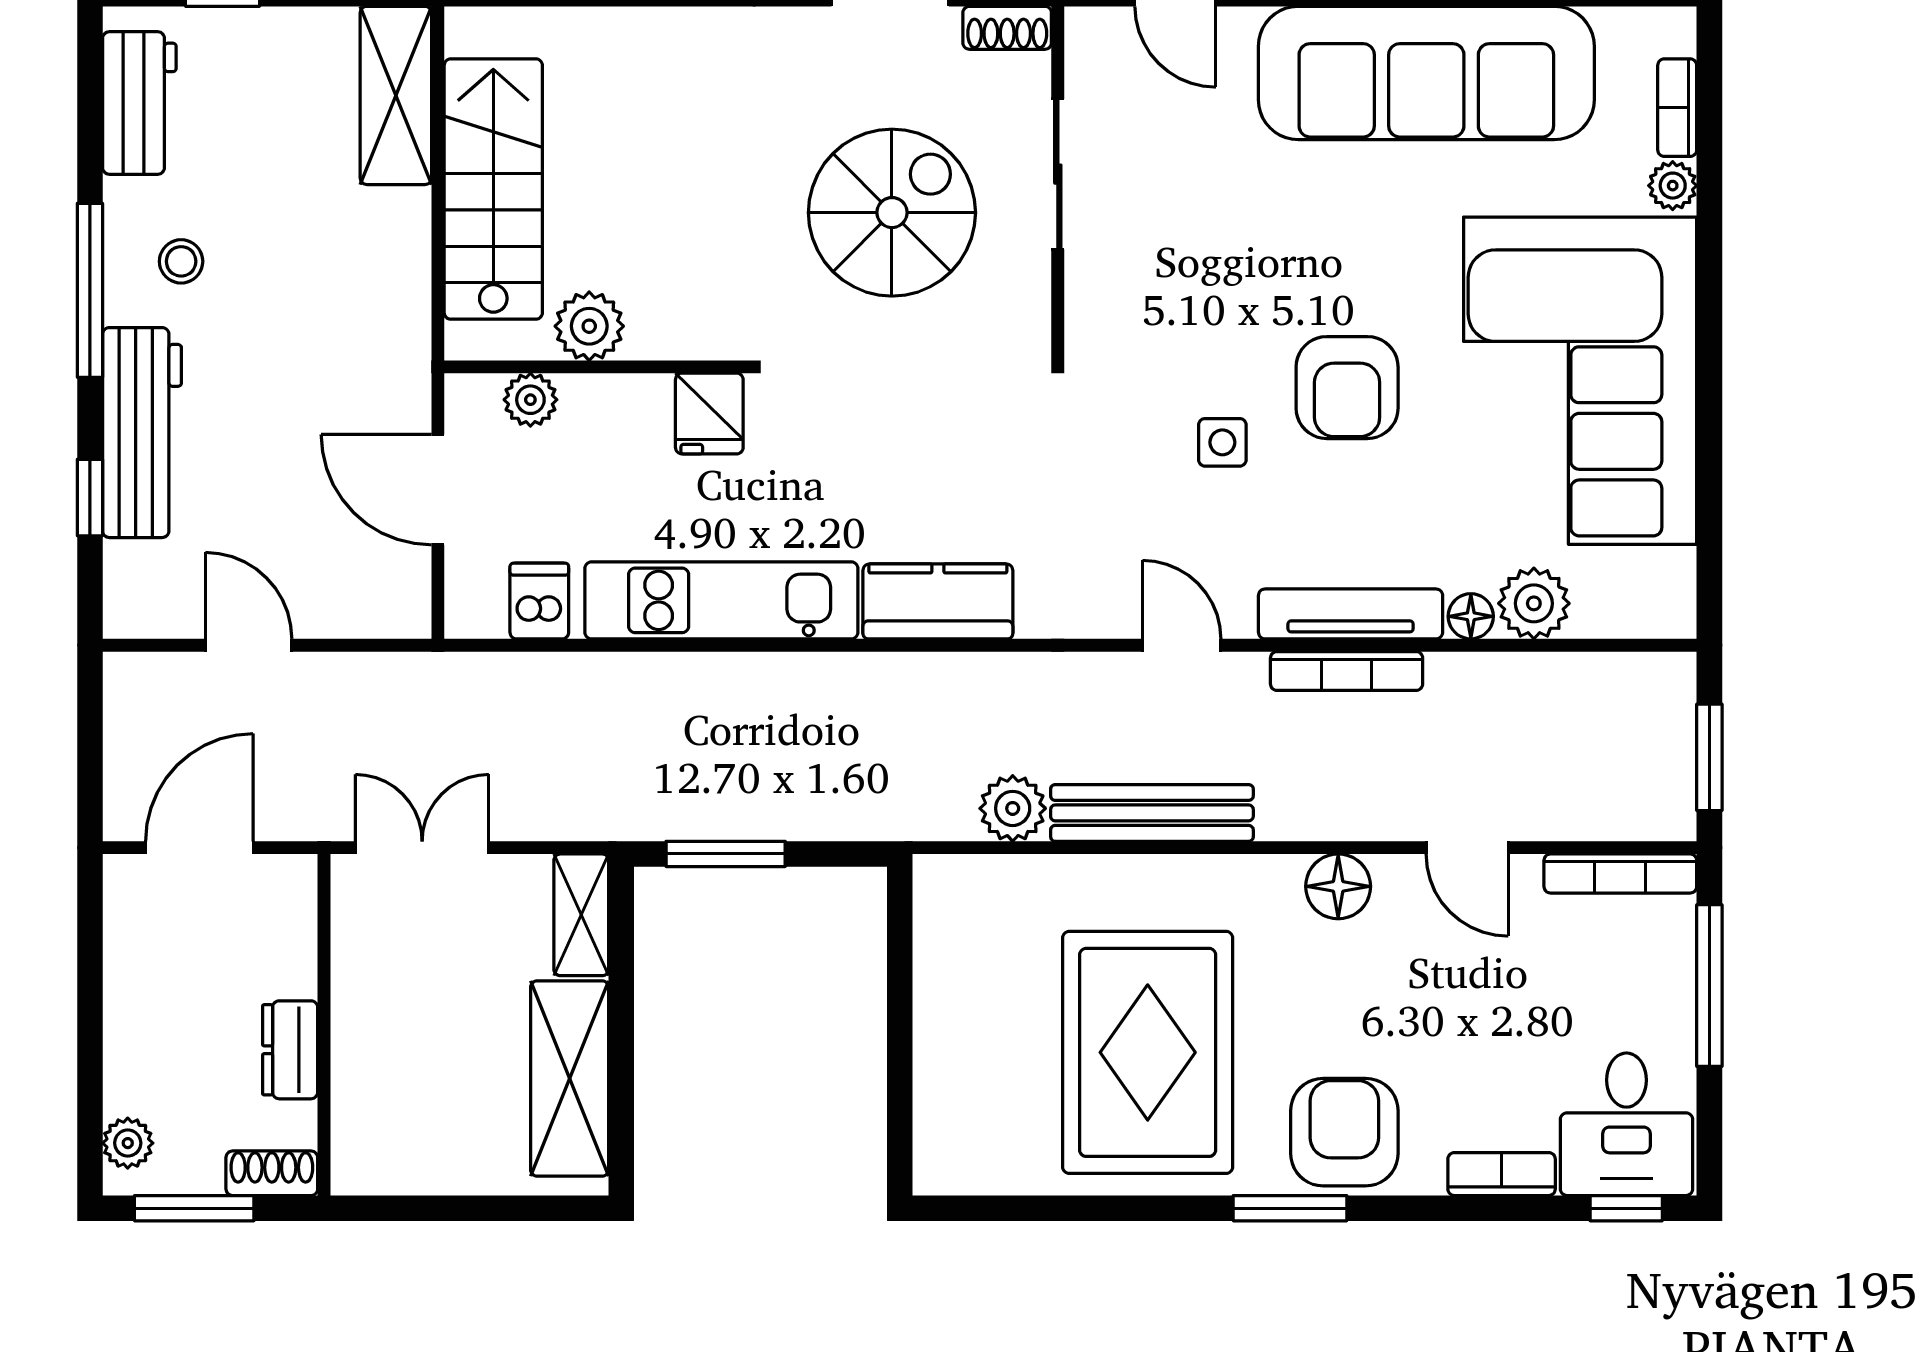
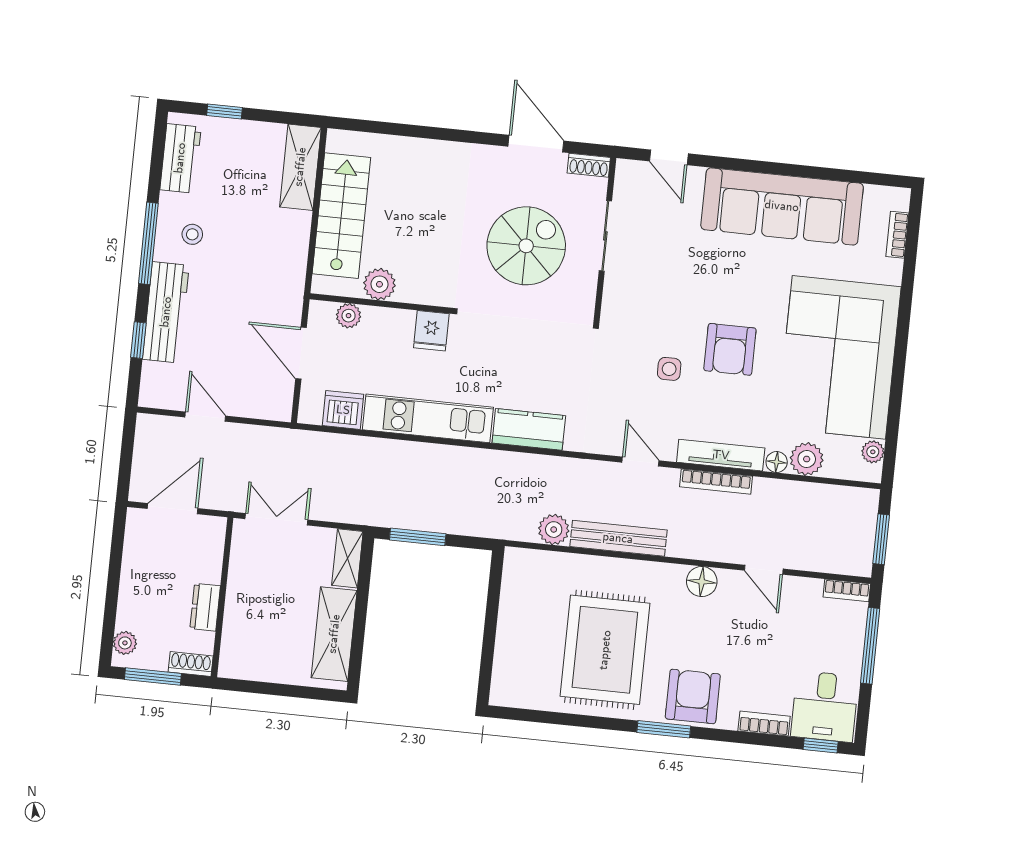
plant: (1673, 186) -> (873, 452), moved
dishwasher: (539, 601) -> (343, 410), width x1.38
bookcase: (1620, 873) -> (847, 590), width x0.64

